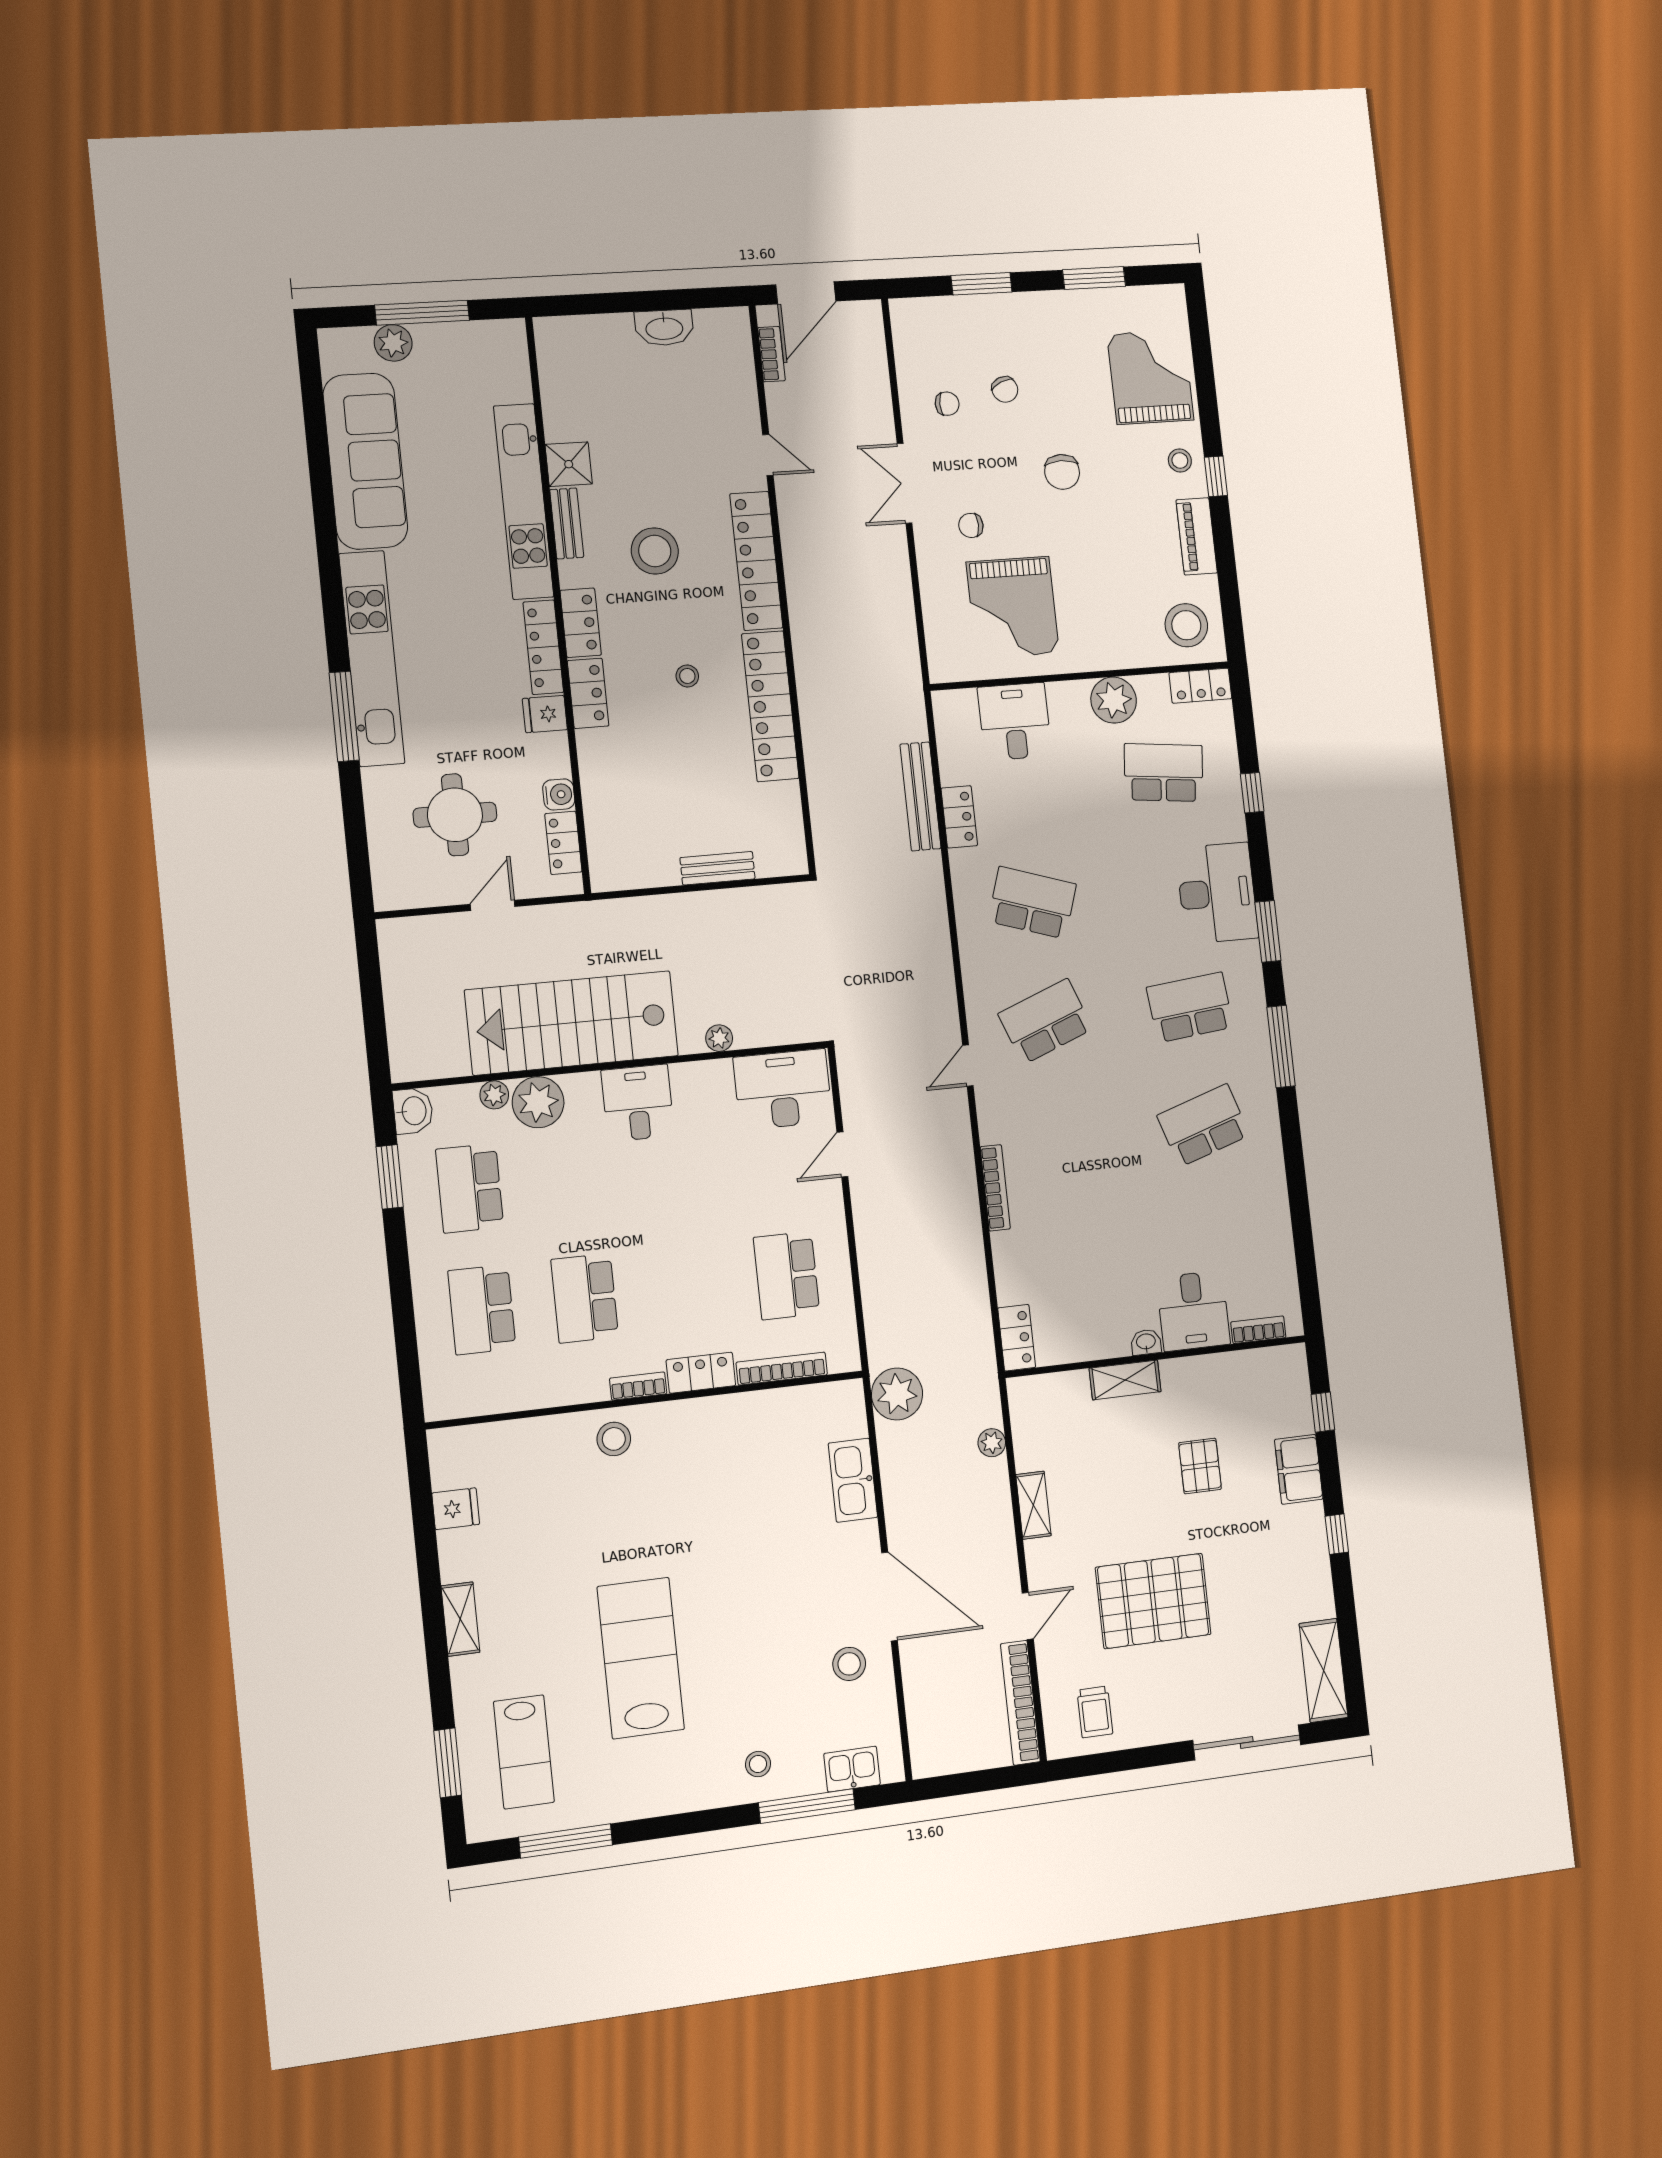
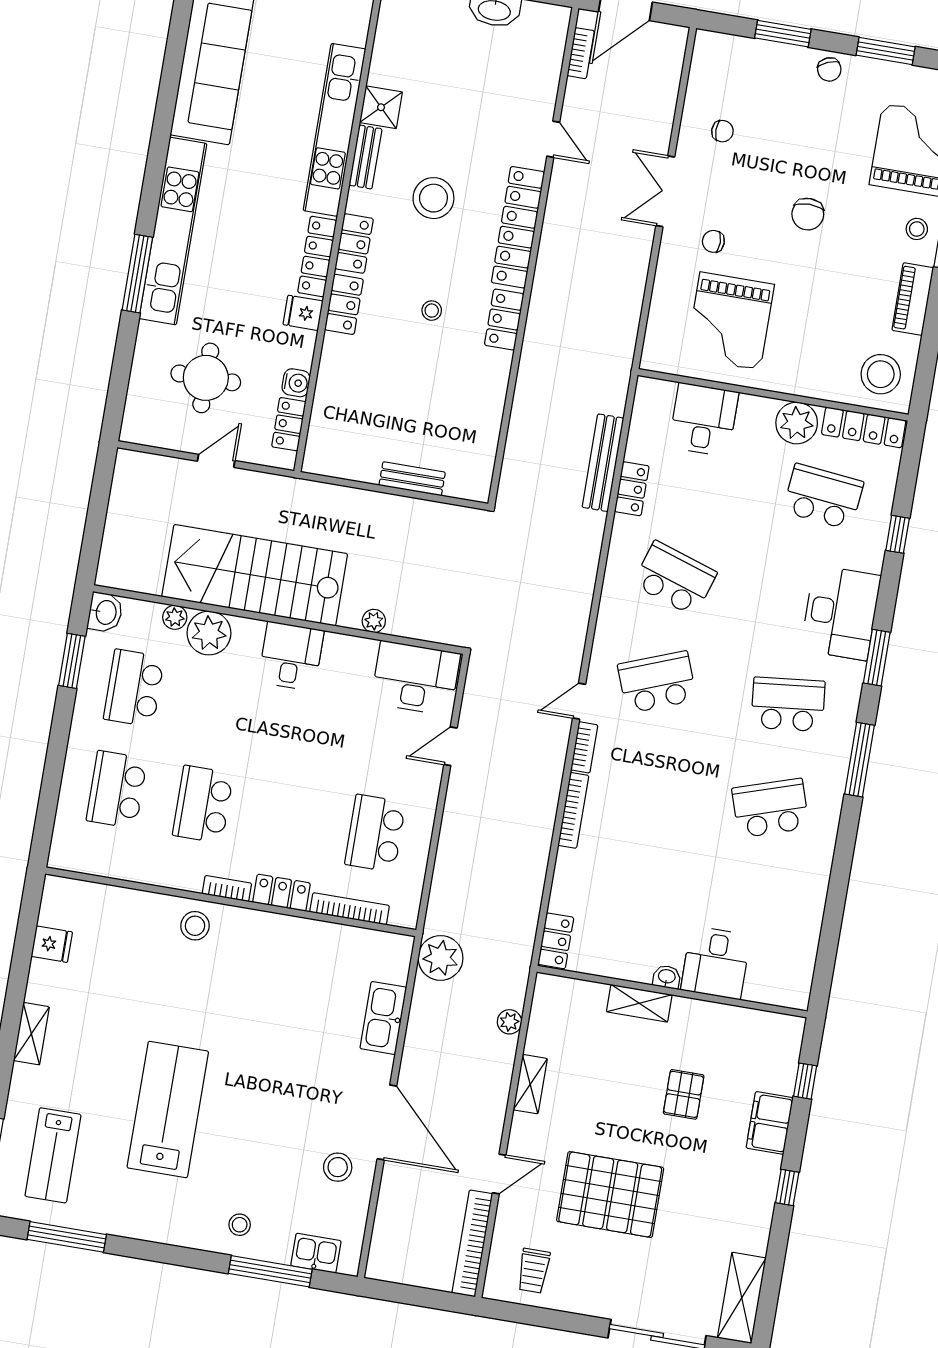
chair: (1005, 389) -> (829, 69), moved
locker: (1200, 686) -> (864, 427), width x1.53
locker: (770, 706) -> (504, 320), width x0.46, depth x0.83
bookcase: (1258, 1330) -> (584, 747), moved, turned 90

